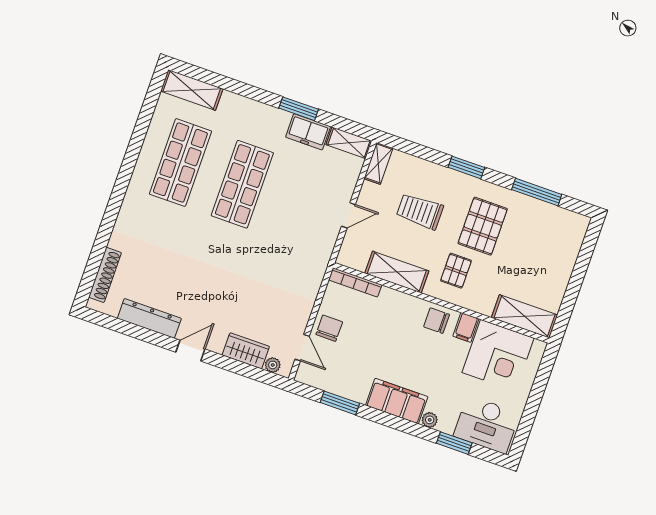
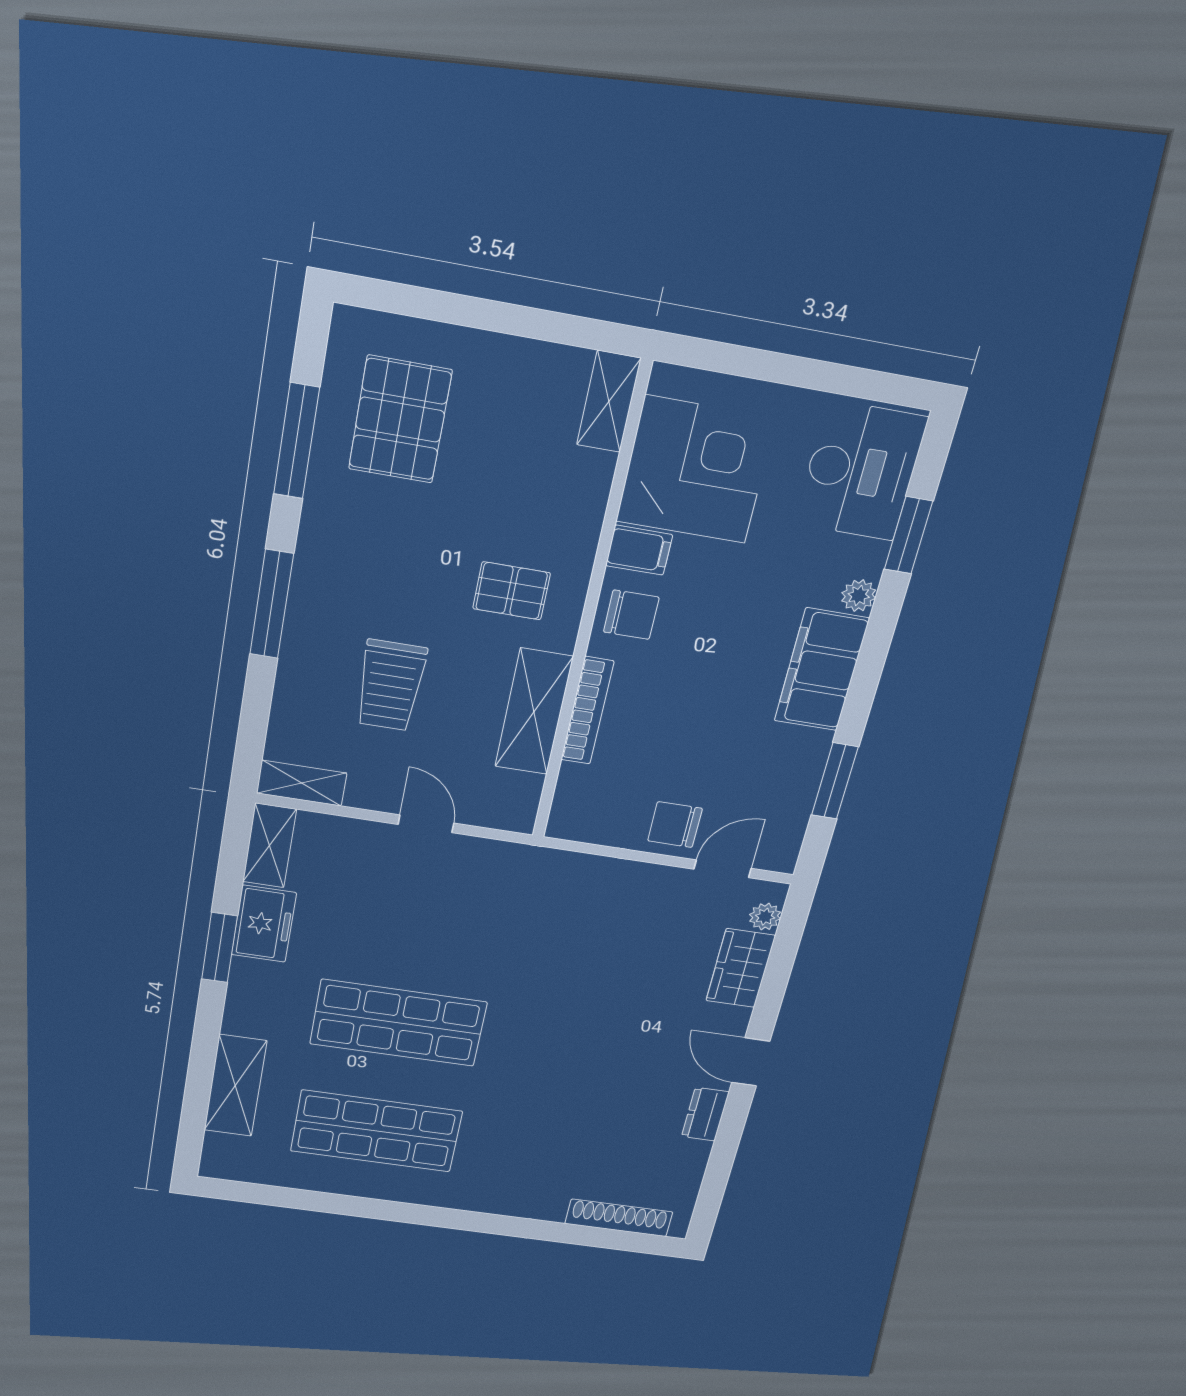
shelving: (192, 90) -> (235, 1086), moved
window: (466, 167) -> (272, 604), width x1.44
pallet: (483, 226) -> (400, 420), moved, turned 90
bookcase: (355, 282) -> (587, 711), moved
shelving: (525, 316) -> (609, 402), width x0.67, depth x0.75
dresser: (149, 318) -> (705, 1114), width x0.51, depth x0.80
chair: (437, 321) -> (631, 615), turned -90

